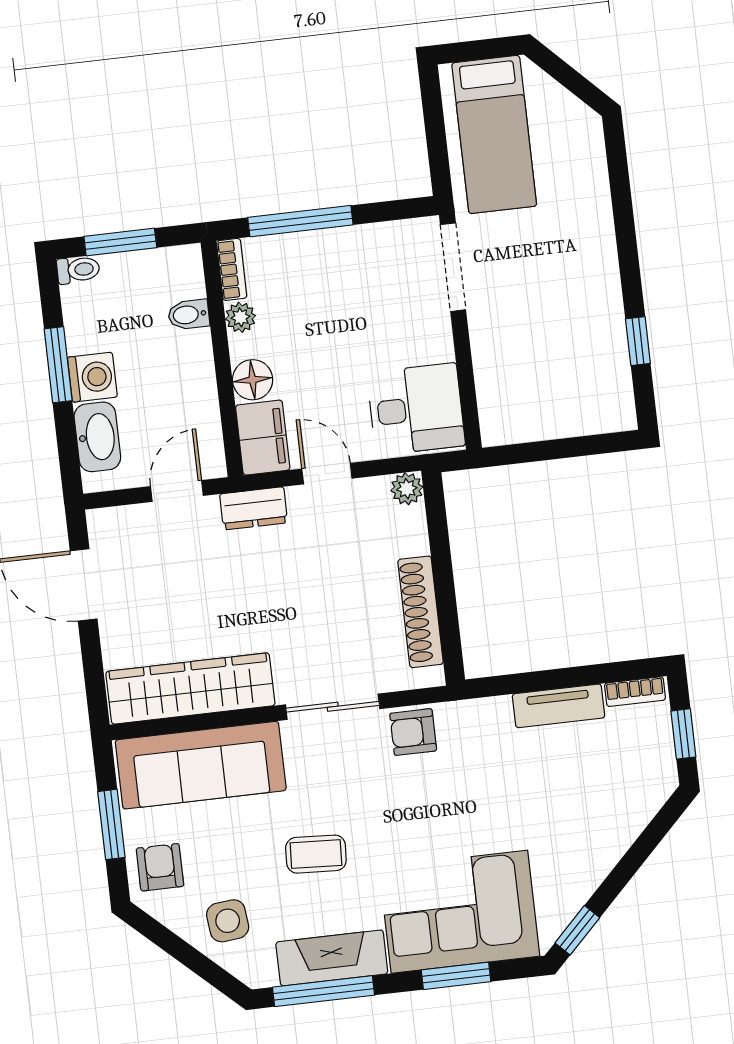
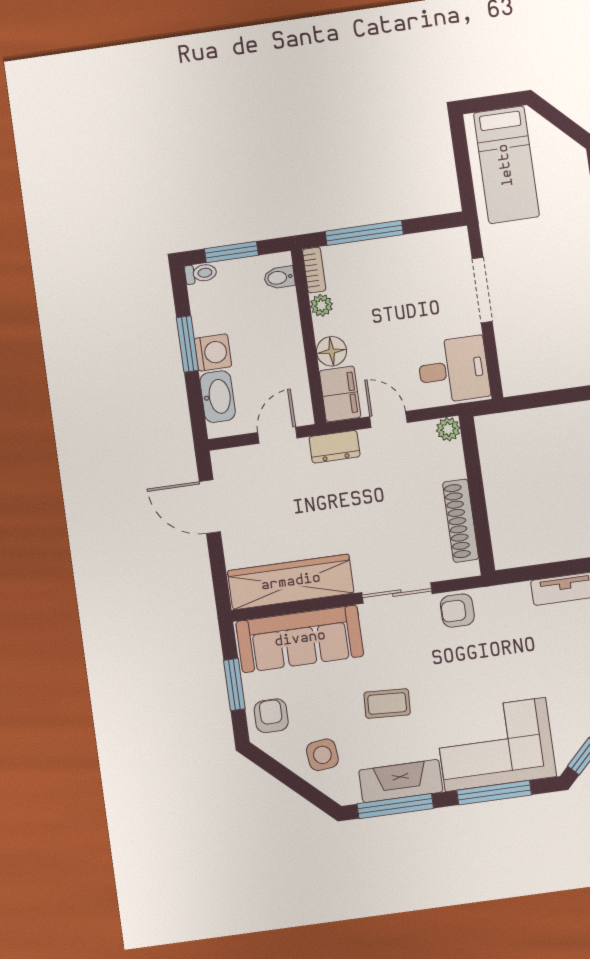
doorway: (453, 267) -> (482, 290), moved
bidet: (189, 315) -> (279, 278), moved
window: (456, 976) -> (494, 793), width x1.44

